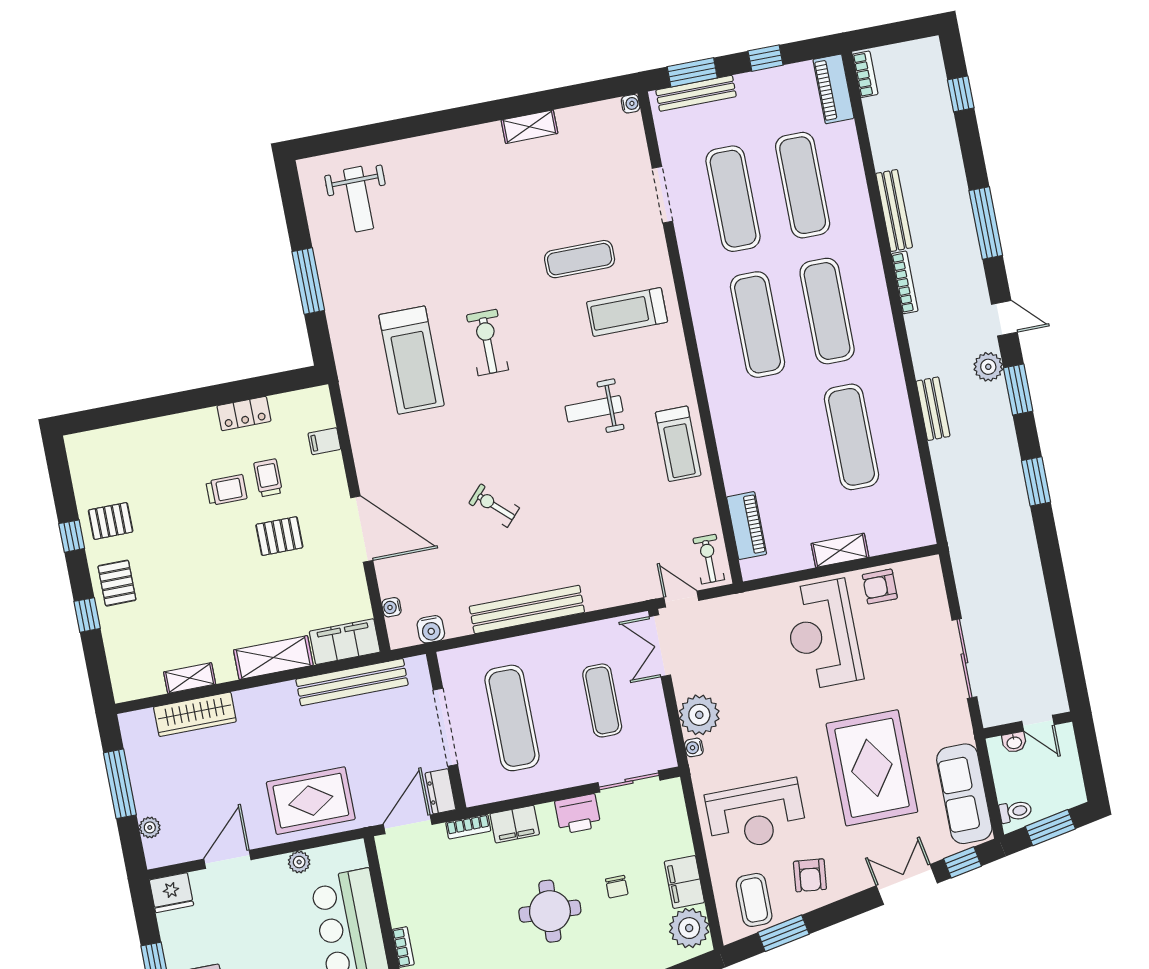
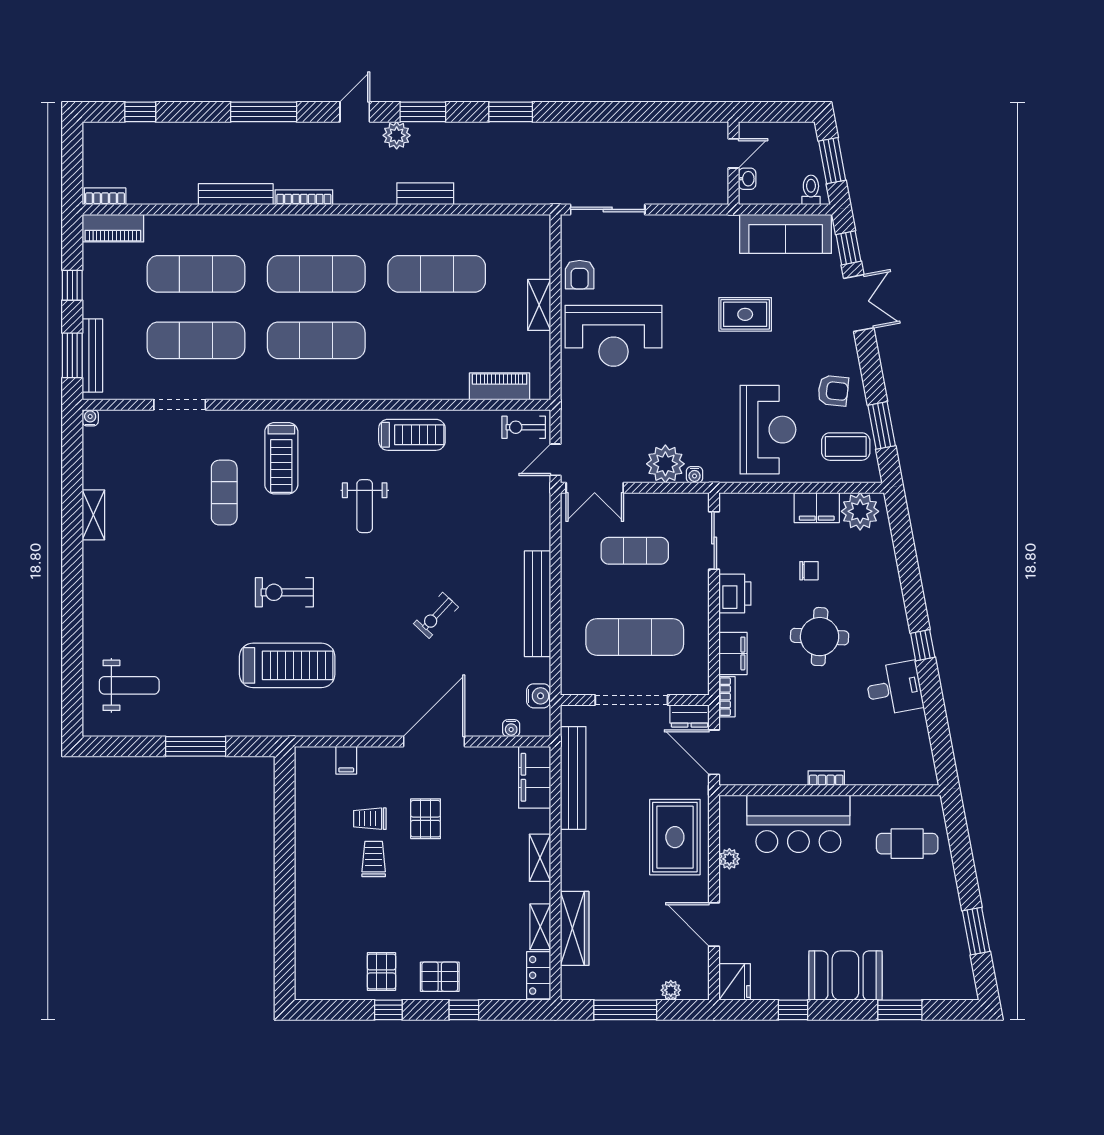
locker: (244, 414) -> (539, 975), moved, turned 180
shelving: (273, 658) -> (540, 858), width x0.67, depth x0.75
sliding door: (964, 658) -> (608, 209), moved
rug: (872, 768) -> (745, 314), width x0.54, depth x0.49
double door: (907, 884) -> (859, 303), swing flipped

